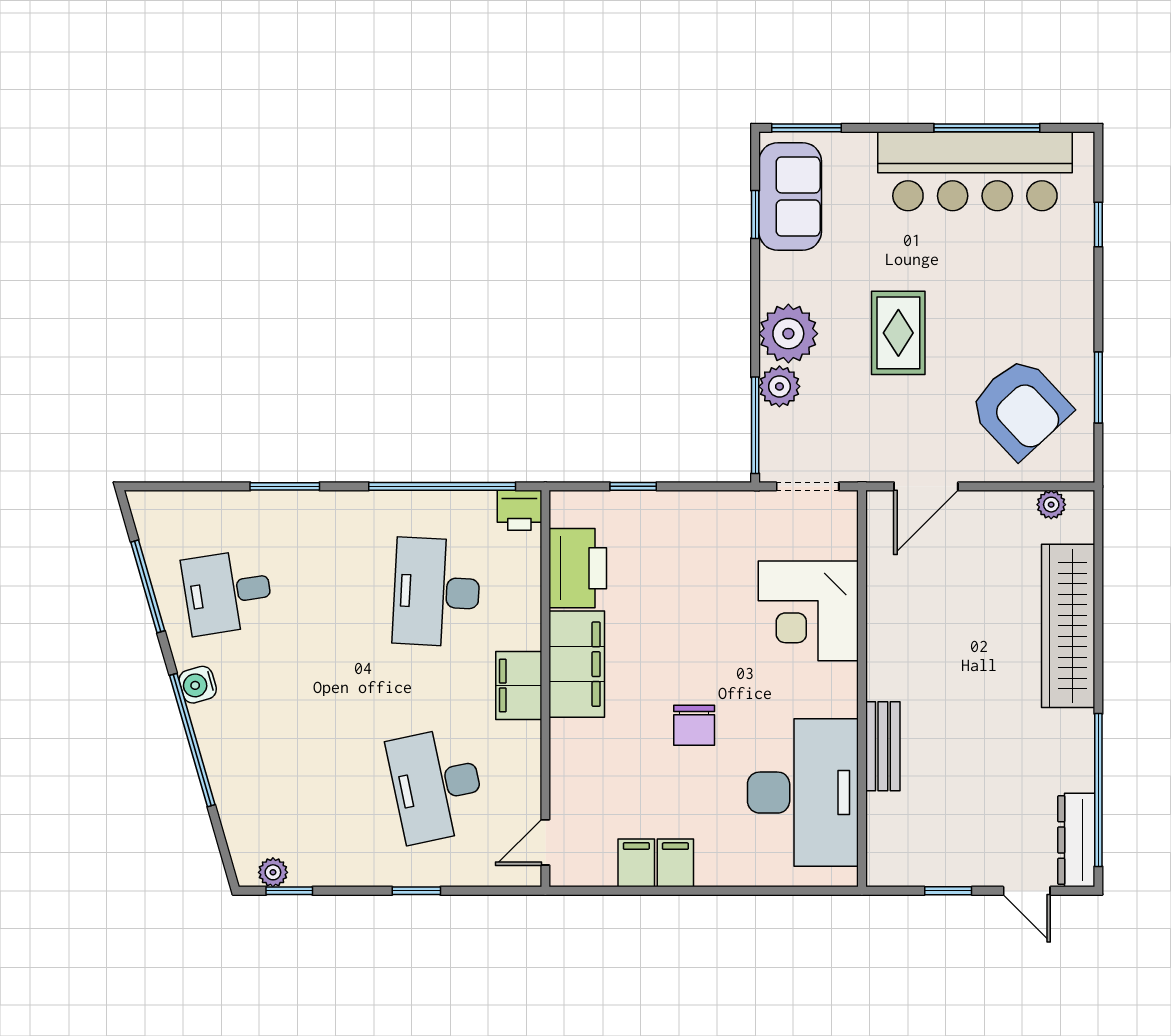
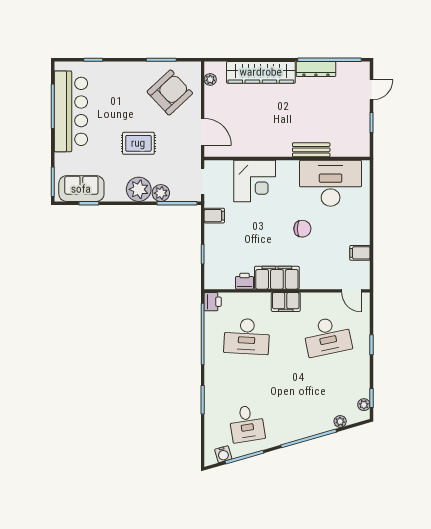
printer: (578, 568) -> (245, 281), width x0.53, depth x0.68
water cooler: (198, 685) -> (223, 454), moved
plant: (233, 815) -> (340, 421), added
dresser: (1076, 840) -> (316, 69), moved
filing cabinet: (675, 863) -> (214, 216), moved, turned 180

